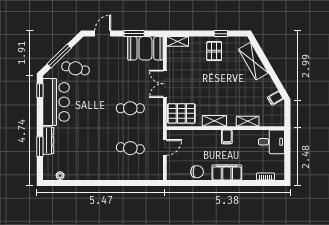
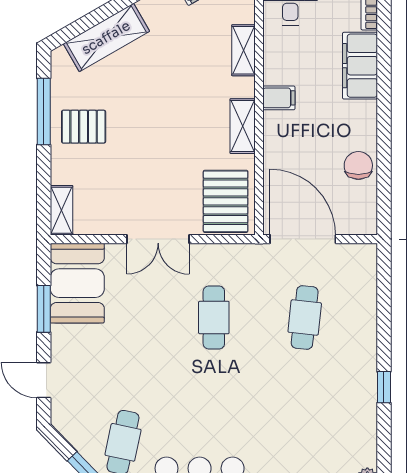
window: (221, 34) -> (44, 111), width x2.17
door: (165, 147) -> (303, 239), width x1.88
filing cabinet: (227, 172) -> (360, 66), moved
window: (100, 183) -> (384, 387), added

